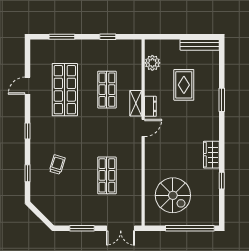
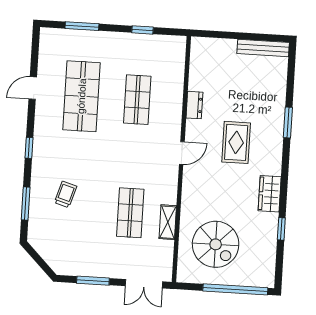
plant: (152, 63) -> (199, 68), removed
rug: (184, 85) -> (236, 142), moved
shelving: (136, 103) -> (168, 222), moved
dresser: (150, 106) -> (194, 105), moved
window: (28, 173) -> (26, 203), width x1.50

